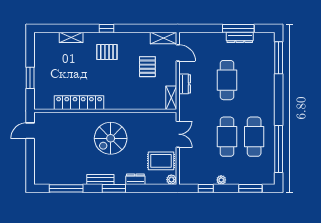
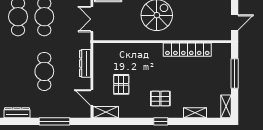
window: (238, 28) -> (55, 121), moved
dresser: (240, 37) -> (17, 113), moved
window: (30, 78) -> (235, 74), width x1.44
dresser: (185, 84) -> (85, 63), width x1.44
shelving: (171, 98) -> (226, 106), moved

